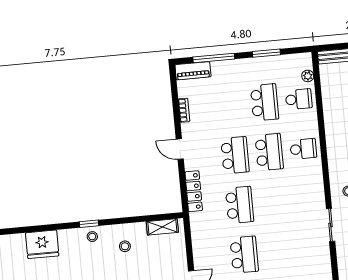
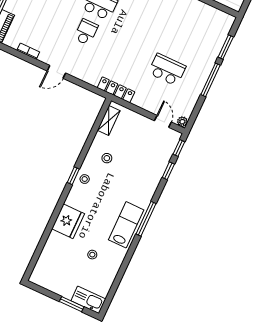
school desk: (235, 155) -> (86, 32), width x0.54
locker: (194, 191) -> (116, 90), moved
school desk: (240, 205) -> (126, 51), removed

